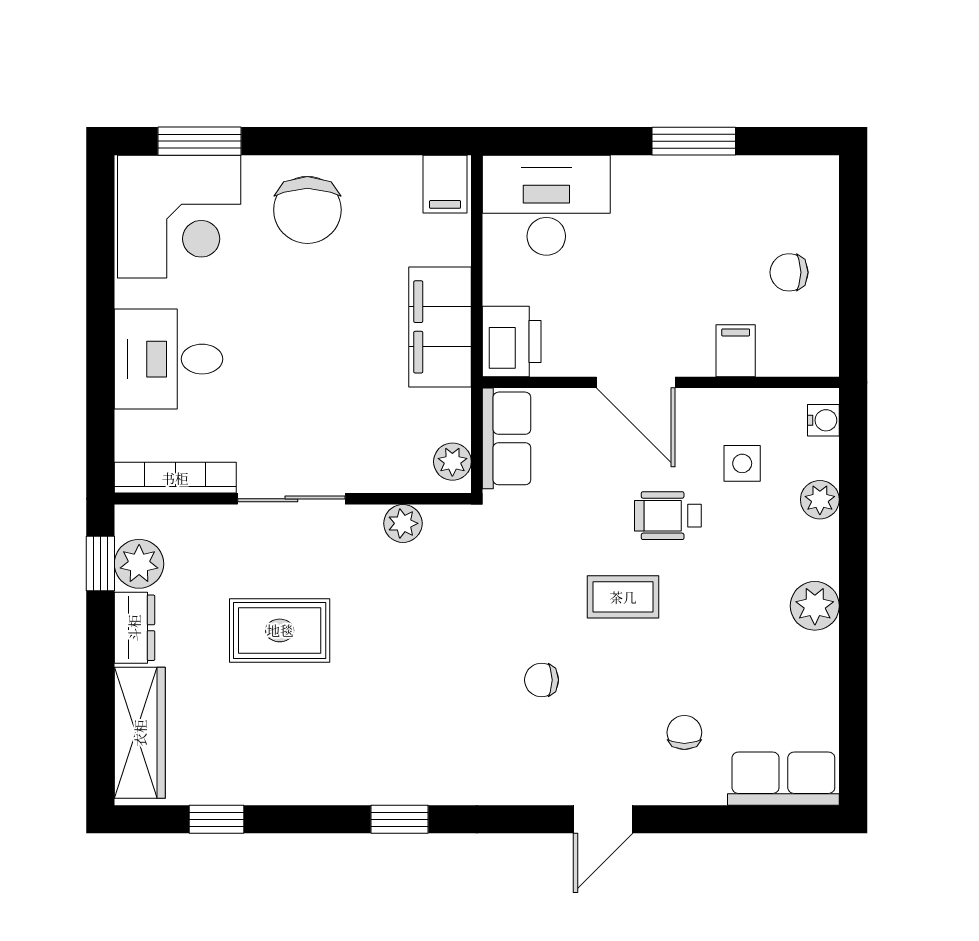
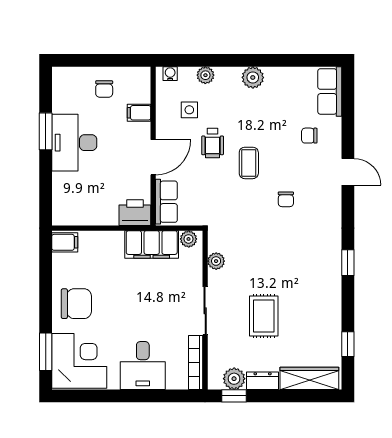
desk: (546, 205) -> (74, 143), moved
filing cabinet: (440, 327) -> (152, 245), moved
row of seats: (507, 438) -> (166, 202), moved, turned 90

